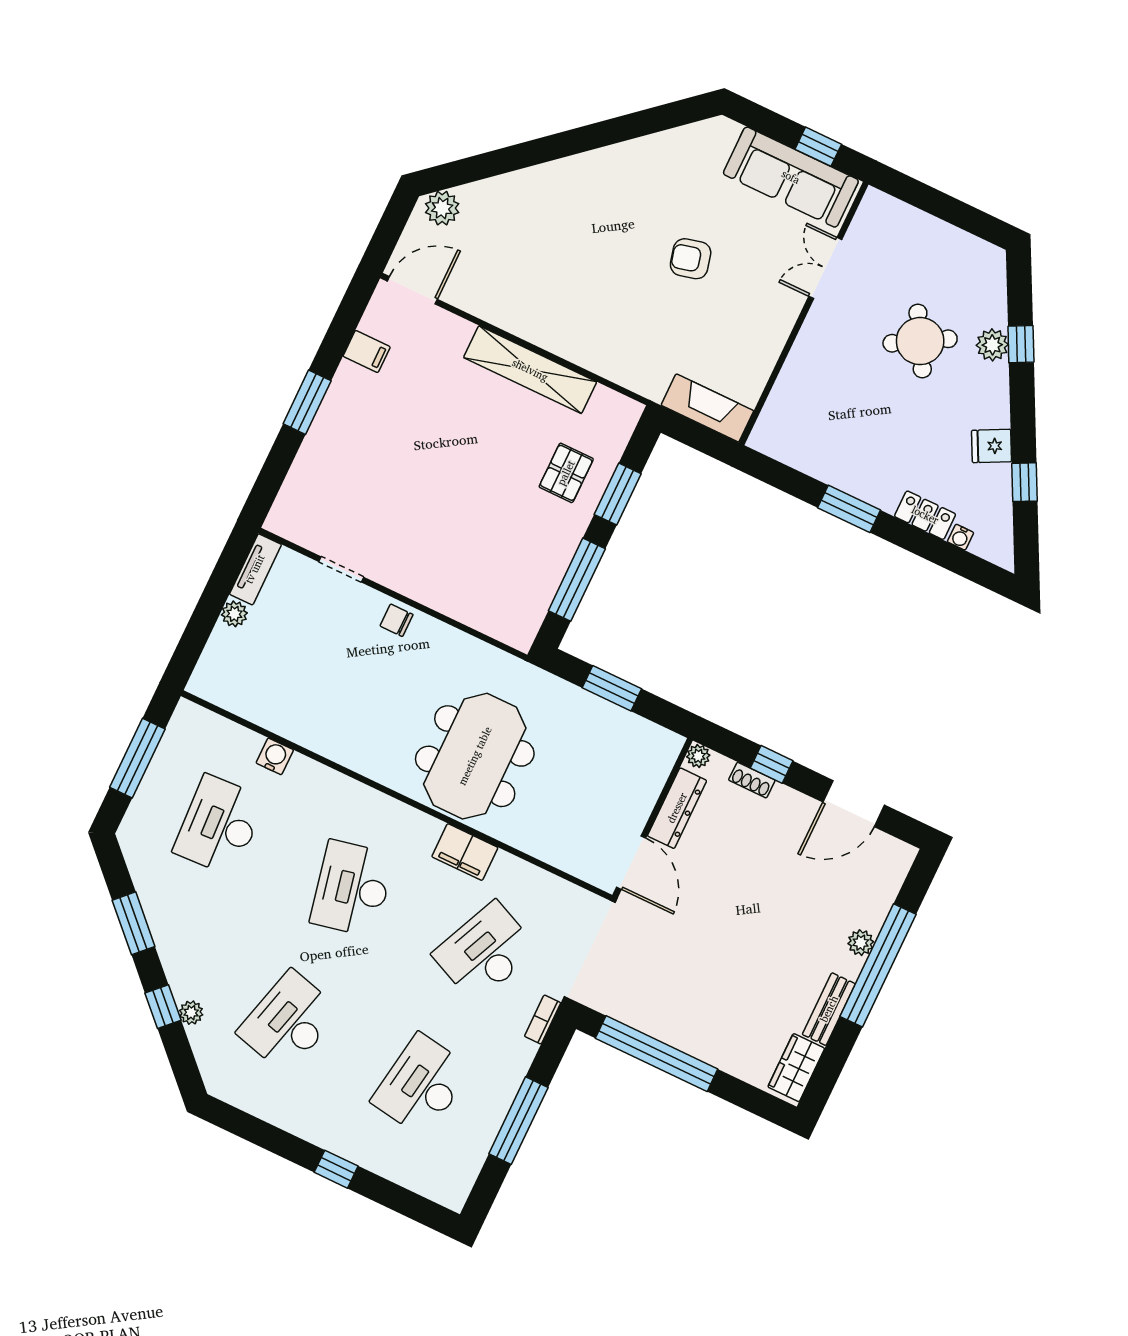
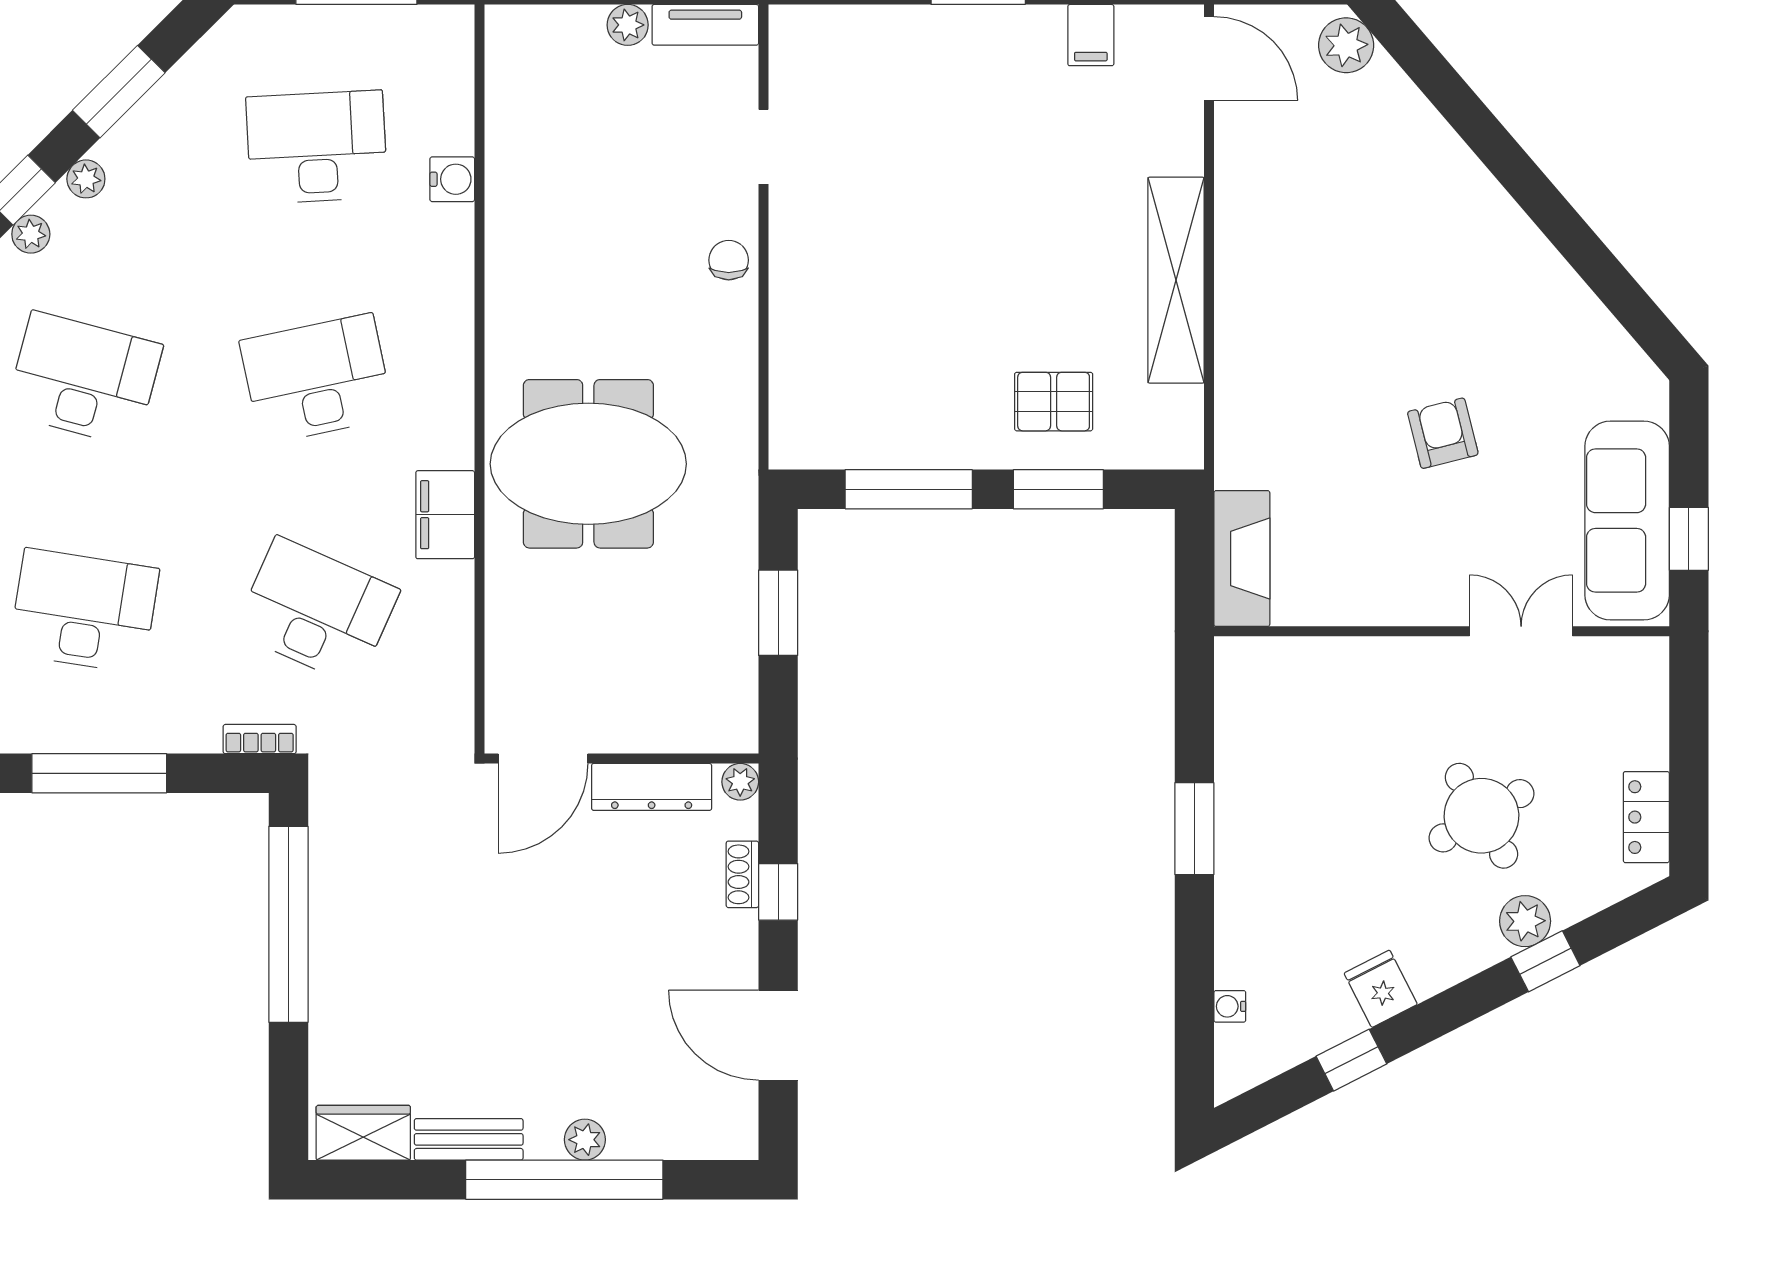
locker: (925, 515) -> (1646, 817), moved, turned 180
plant: (175, 966) -> (86, 179), added

